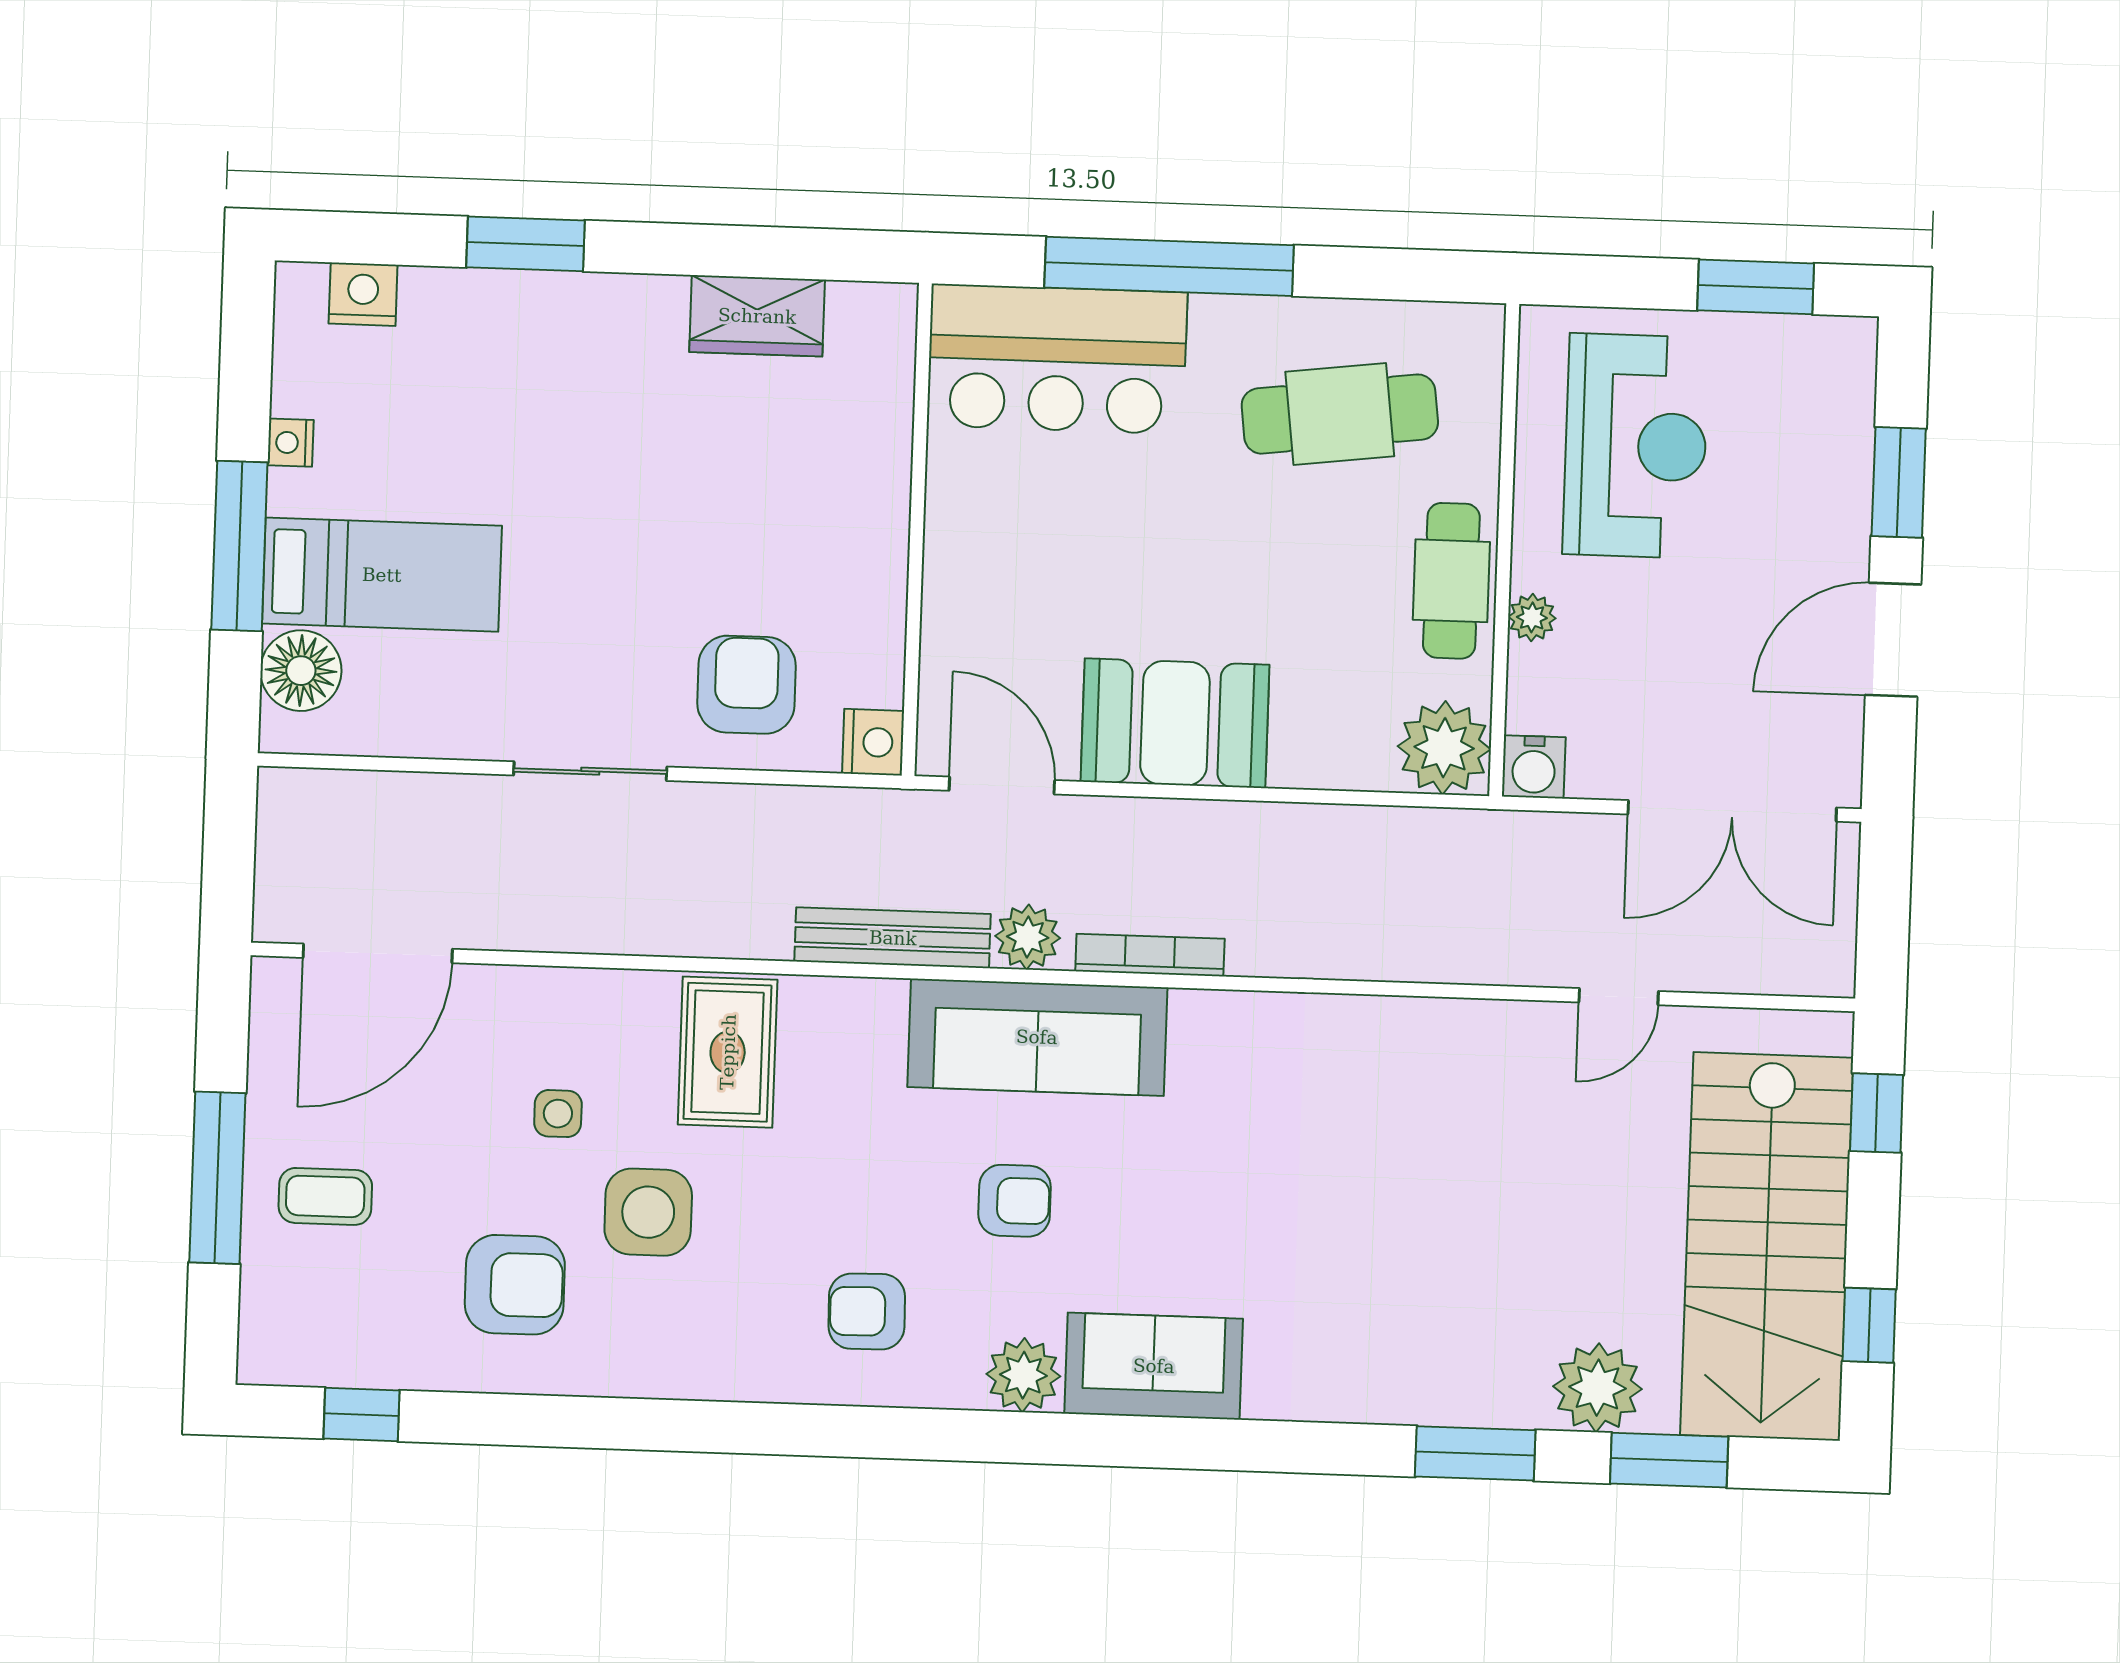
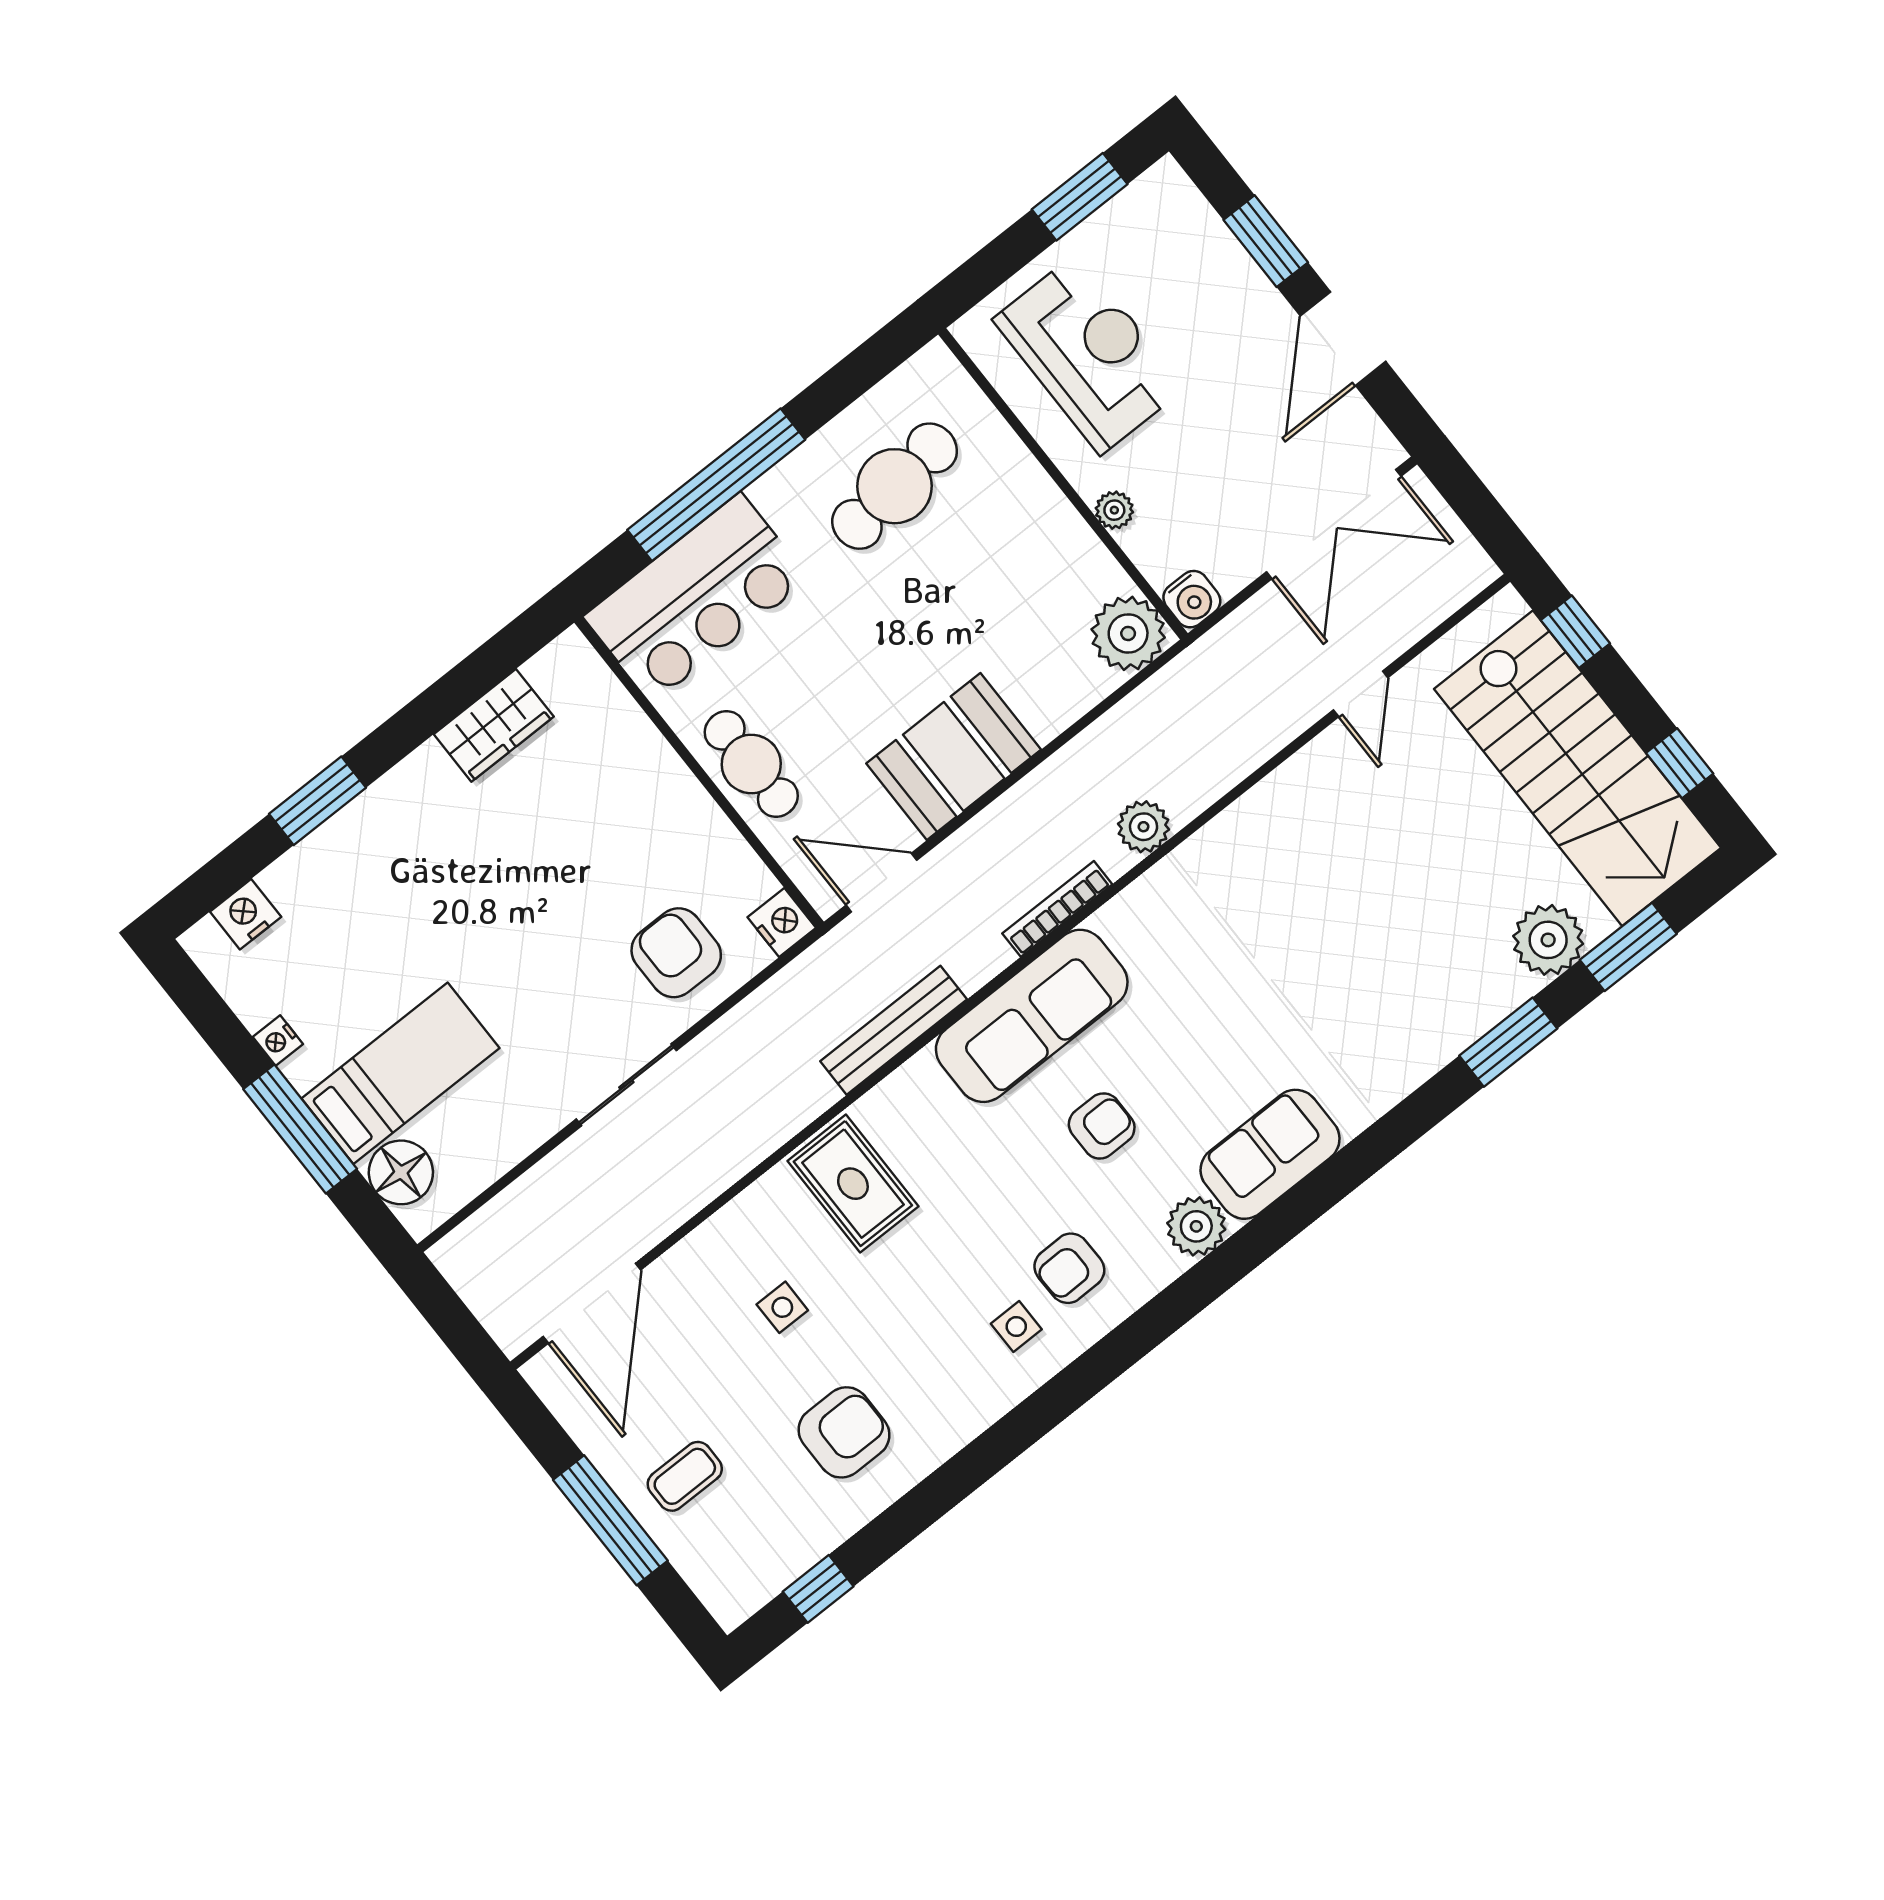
cafe table: (1451, 581) -> (751, 764), moved
plant: (1028, 937) -> (1143, 827), moved
side table: (648, 1212) -> (1016, 1327), moved, width x0.54, depth x0.54

